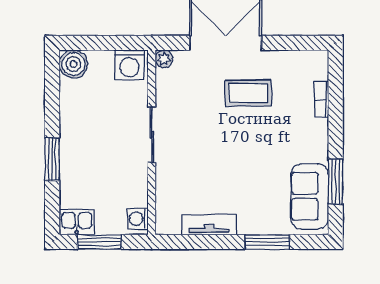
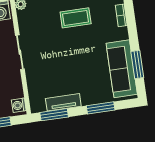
sofa: (310, 196) -> (122, 69), width x1.36
window: (192, 242) -> (54, 115), added

